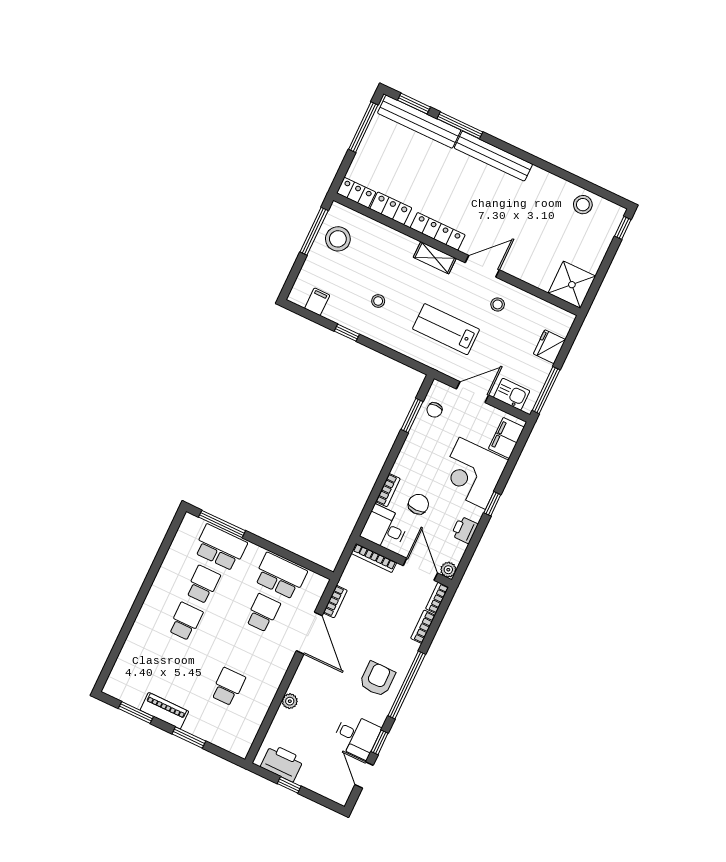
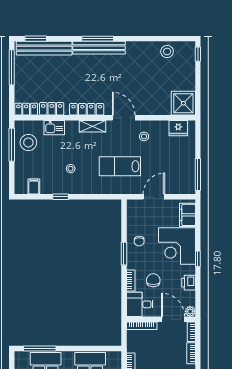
window: (460, 125) -> (98, 39), moved
door: (482, 266) -> (124, 118), hinge flipped
fridge: (549, 347) -> (178, 128), moved, turned -90
kitchen sink: (512, 394) -> (54, 128), moved, turned 180
chair: (434, 410) -> (139, 241), moved
window: (412, 416) -> (124, 254), moved

